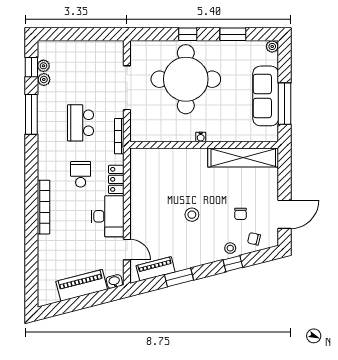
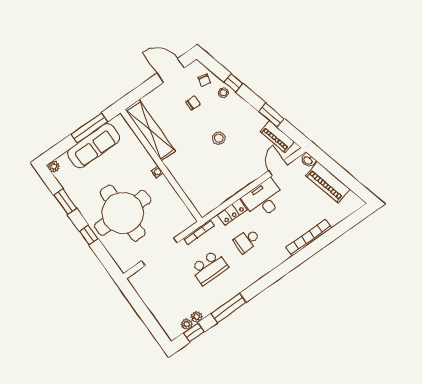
bookcase: (44, 207) -> (309, 238), moved

